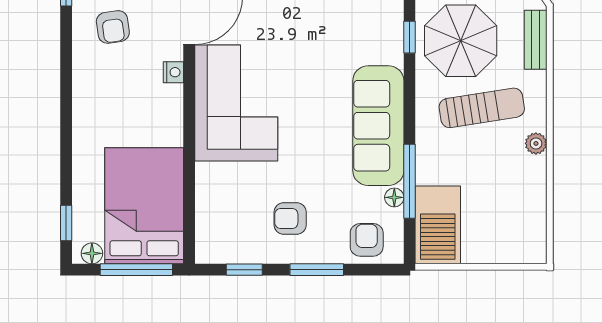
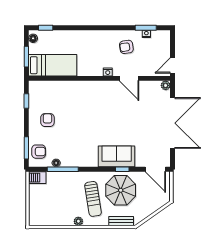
corner sofa: (236, 103) -> (95, 98), removed
sofa: (378, 126) -> (117, 156), moved, width x0.73
bed: (144, 206) -> (53, 65), width x0.67
barbecue: (438, 225) -> (37, 178), width x0.53, depth x0.65
window: (136, 270) -> (26, 57), width x0.69
window: (317, 270) -> (26, 148), moved

